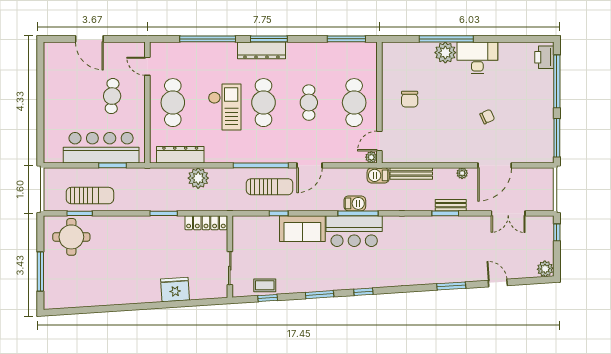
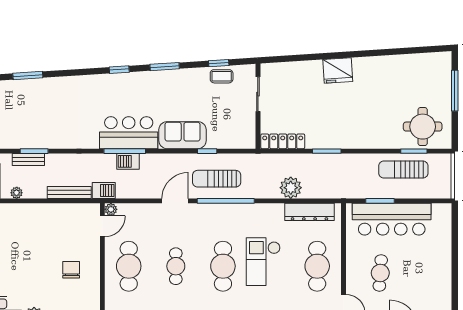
fridge: (175, 289) -> (338, 70), moved

